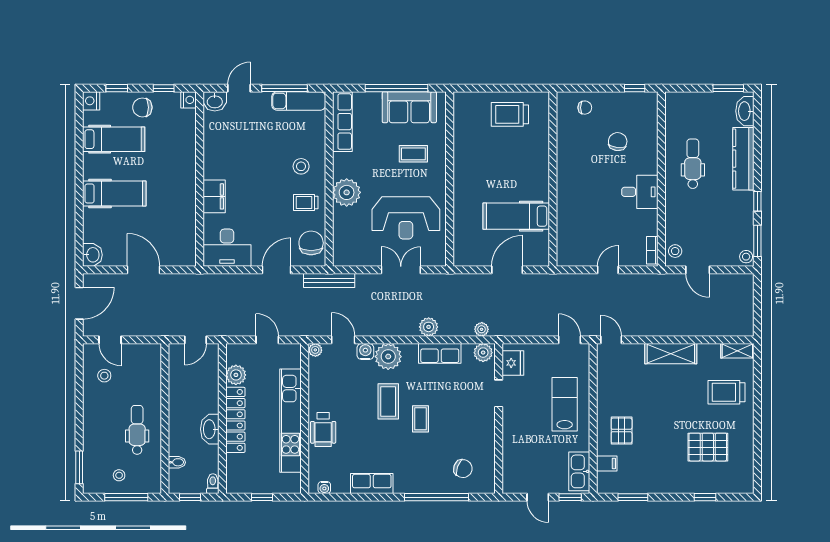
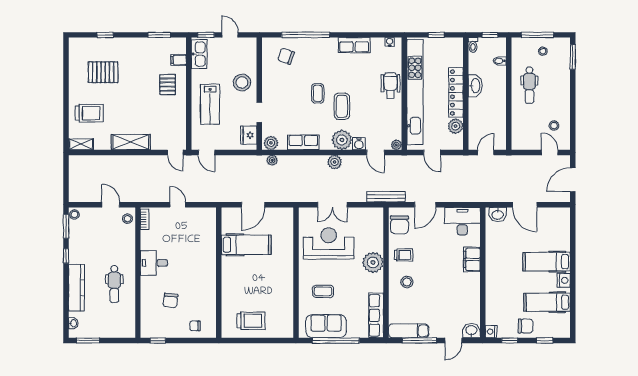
nightstand: (91, 101) -> (564, 280), moved
washbasin: (745, 111) -> (73, 323), width x0.52, depth x0.69
washbasin: (92, 255) -> (498, 215), moved, turned -90
door: (608, 270) -> (178, 205), swing flipped
plant: (429, 327) -> (335, 162), moved
kitchen unit: (290, 421) -> (415, 92), width x1.36
stool: (522, 433) -> (242, 82), added

